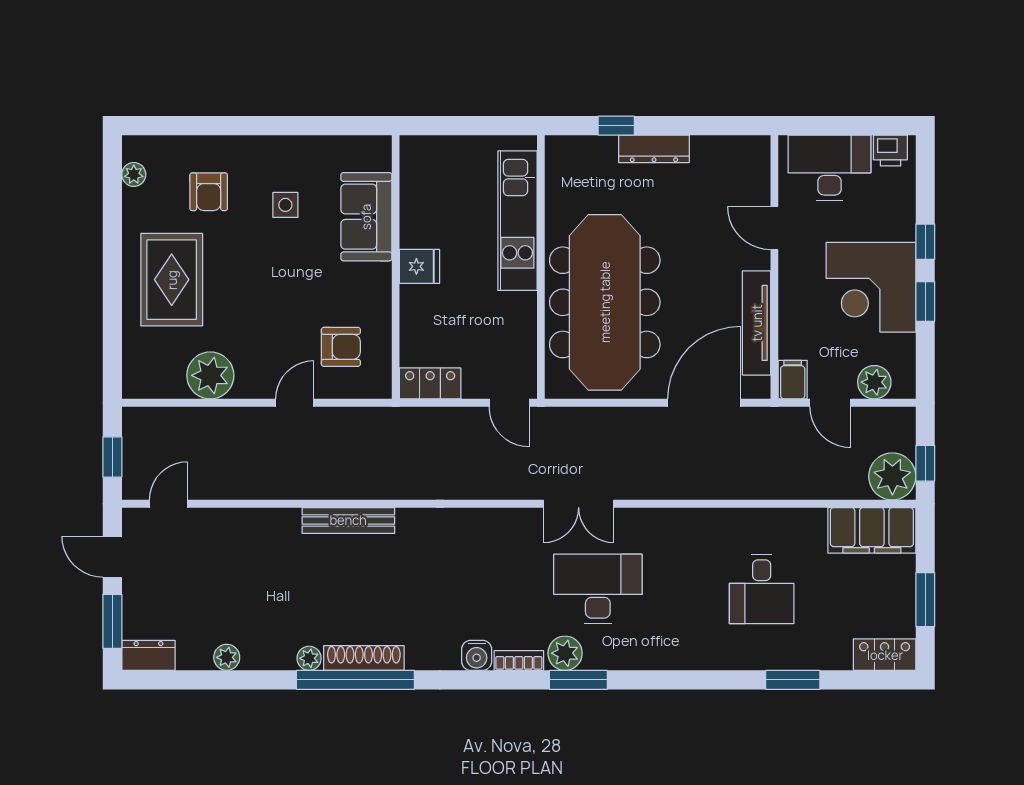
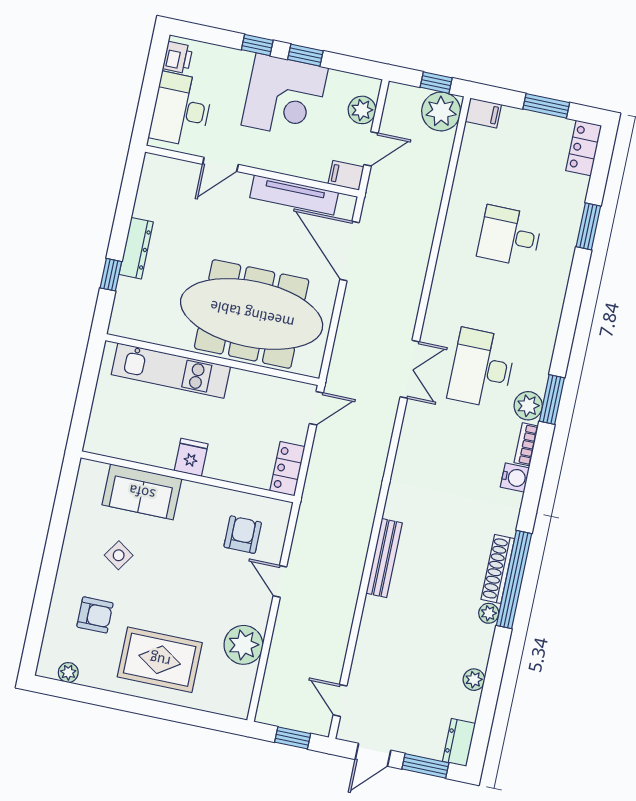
side table: (285, 205) -> (119, 555), turned 34
filing cabinet: (872, 530) -> (483, 113), width x0.33, depth x0.86
desk: (762, 589) -> (510, 236), turned 180

